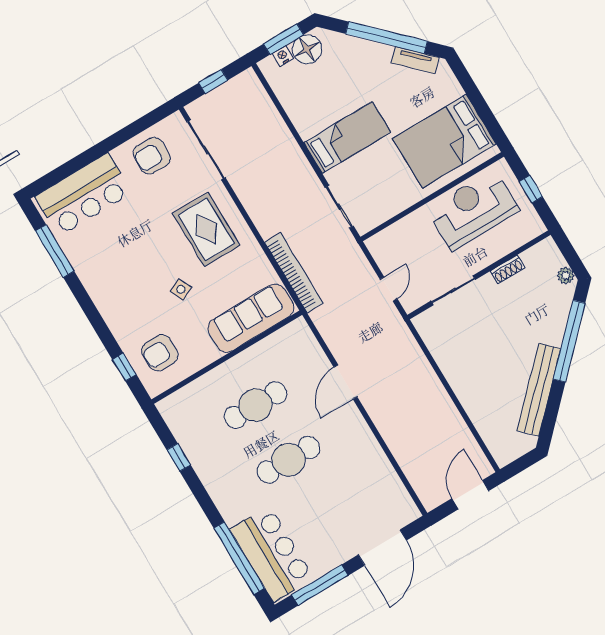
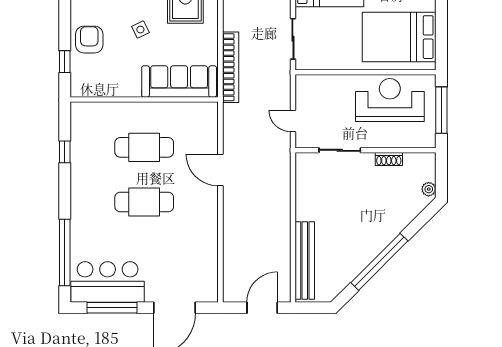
window: (531, 189) -> (441, 110), width x2.17
door: (389, 289) -> (293, 121), swing flipped
window: (569, 341) -> (379, 262), moved
armchair: (160, 353) -> (89, 40), moved, turned 90
door: (345, 382) -> (220, 170), hinge flipped
bench: (539, 390) -> (305, 261), moved, turned -45
bar counter: (272, 554) -> (108, 282), moved, turned -90

